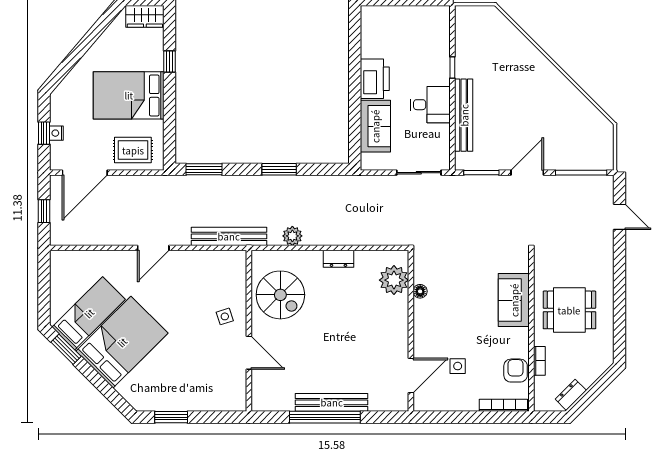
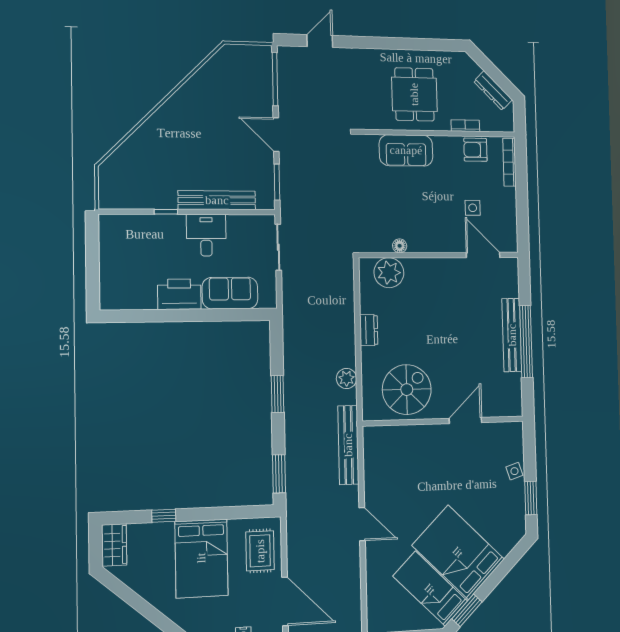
side table: (225, 316) -> (514, 471), moved
dresser: (571, 395) -> (493, 91), width x1.44

